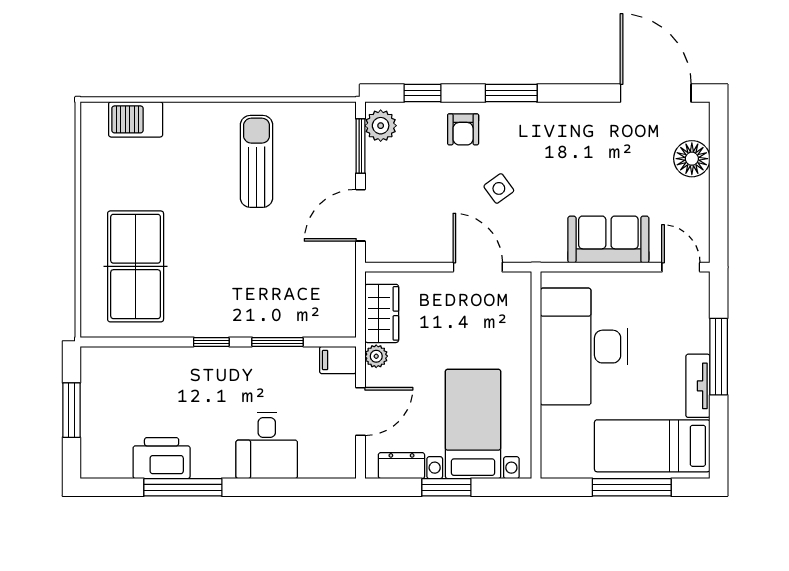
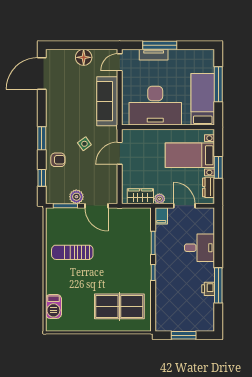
plant: (381, 126) -> (76, 197), moved
floor lamp: (692, 159) -> (84, 57), moved
sofa: (608, 239) -> (107, 101), width x1.36
tv unit: (698, 386) -> (154, 55), moved
bed: (652, 446) -> (203, 99), moved, turned 180
printer: (162, 458) -> (208, 289), width x0.53, depth x0.68

